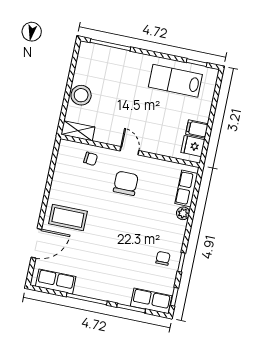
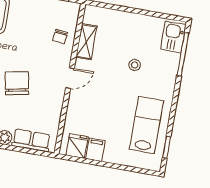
kitchen sink: (94, 53) -> (173, 37), added
stool: (81, 95) -> (135, 65), moved, width x0.53, depth x0.53
shelving: (78, 131) -> (86, 42), moved
chair: (126, 183) -> (17, 83), moved, turned -101

